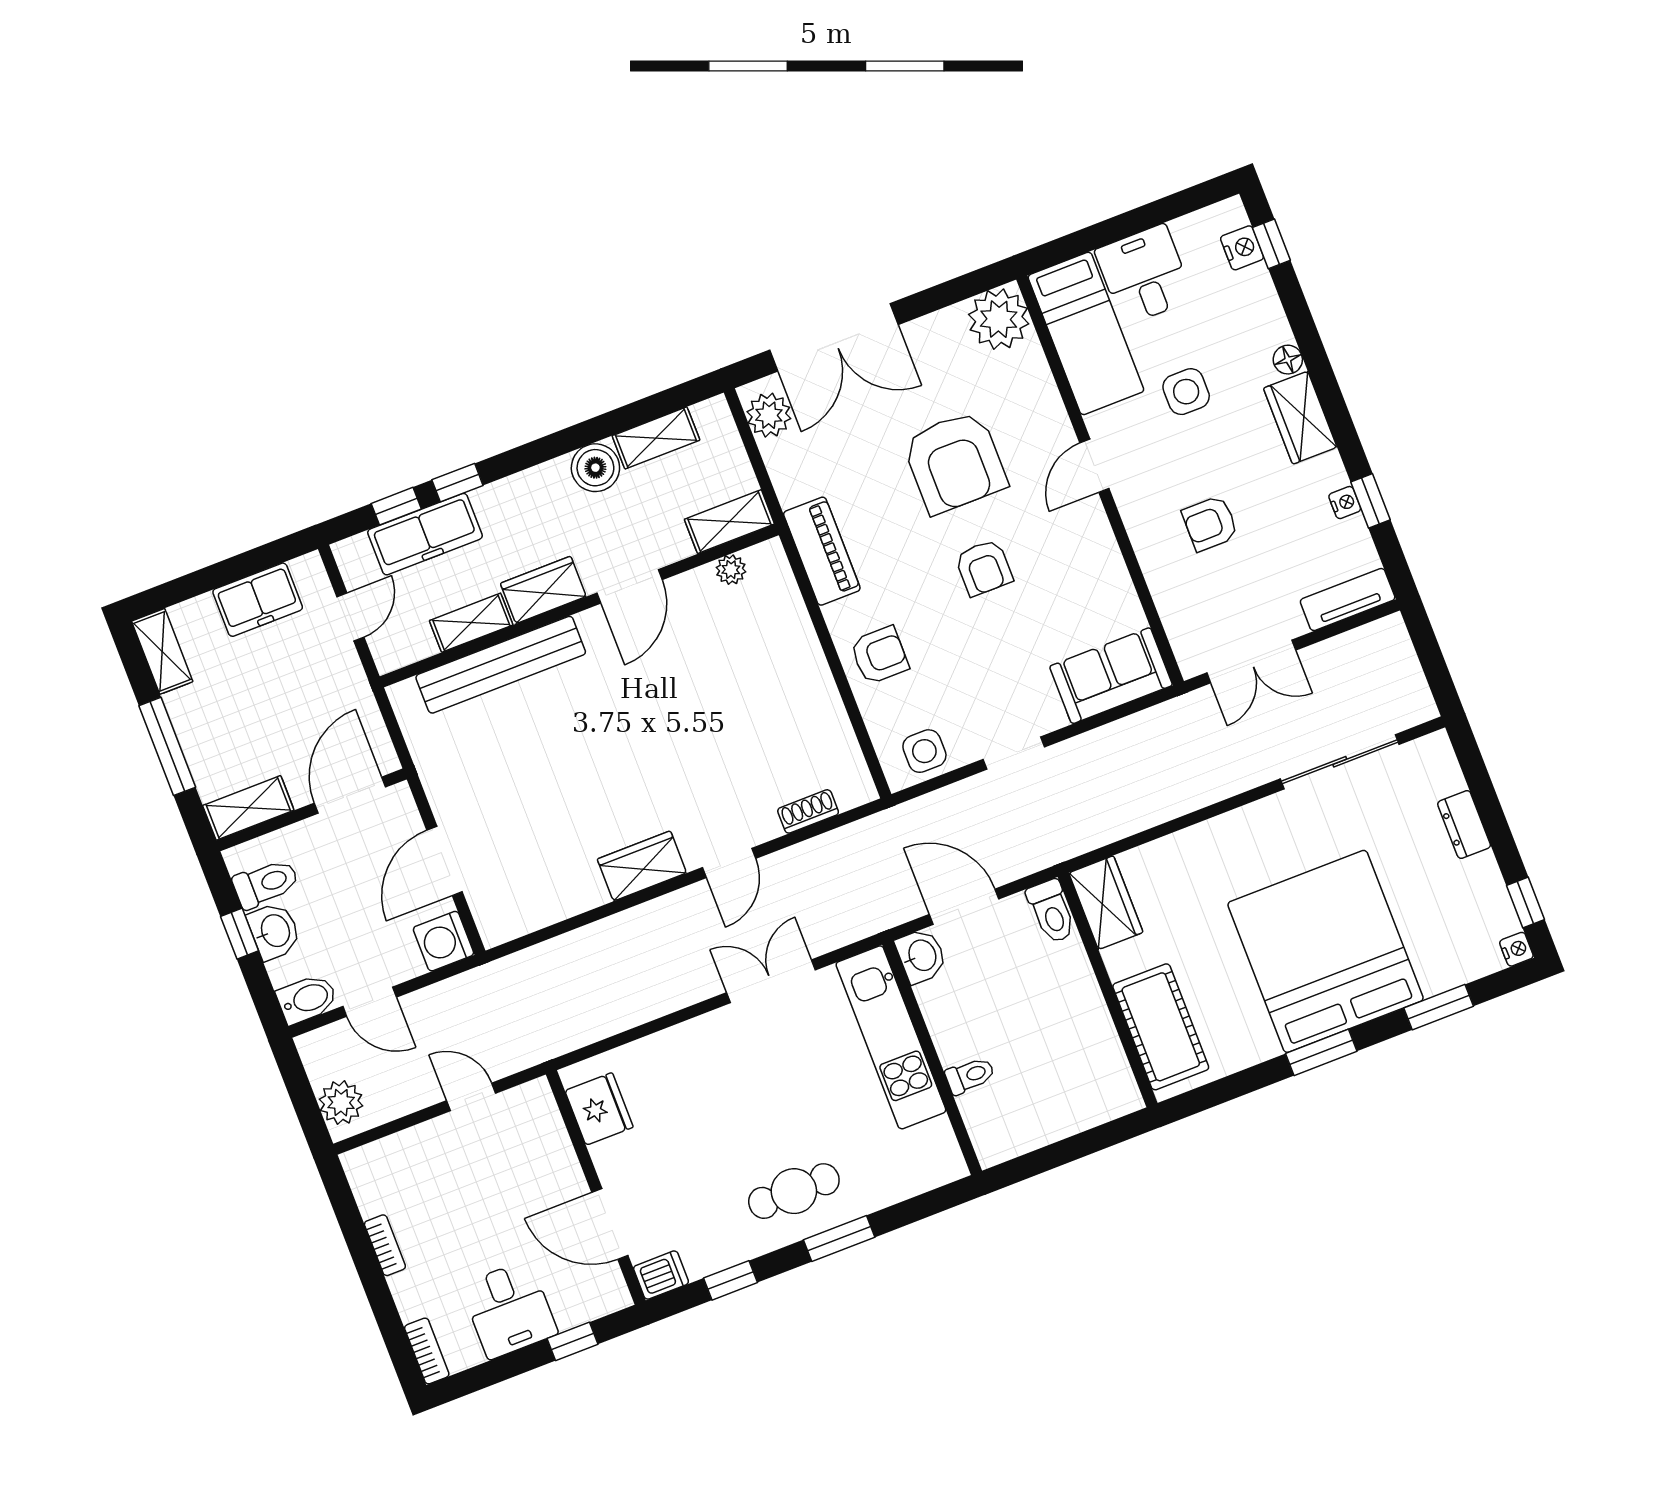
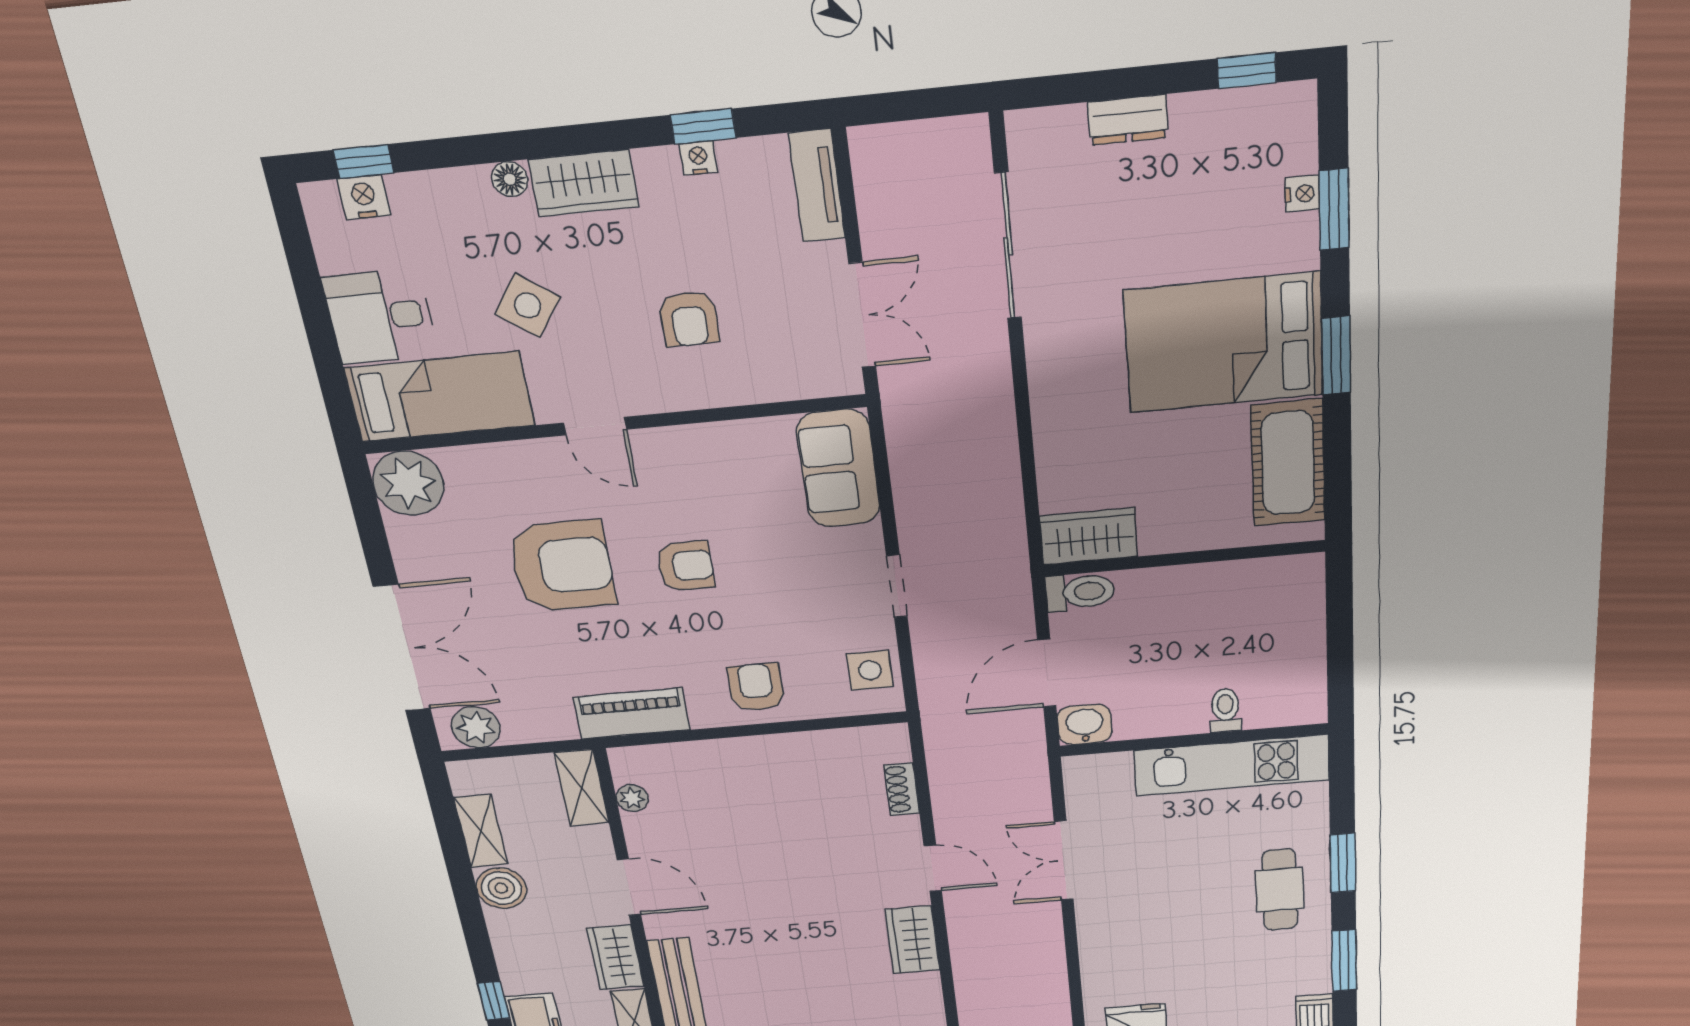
side table: (1186, 392) -> (528, 305), turned 36
nightstand: (1516, 949) -> (1302, 194), moved, turned 90
bed: (1326, 951) -> (1224, 343), width x0.73
cot: (1161, 1027) -> (1288, 463), moved, turned 90
kitchen unit: (891, 1037) -> (1232, 765), moved
window: (731, 1280) -> (1344, 961), width x1.50

